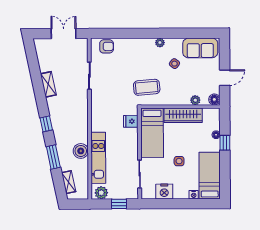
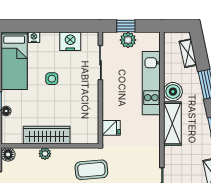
plant: (195, 100) -> (45, 154), moved
shelving: (81, 125) -> (172, 124), added
bed: (152, 133) -> (85, 113), removed
plant: (101, 193) -> (128, 40), moved

